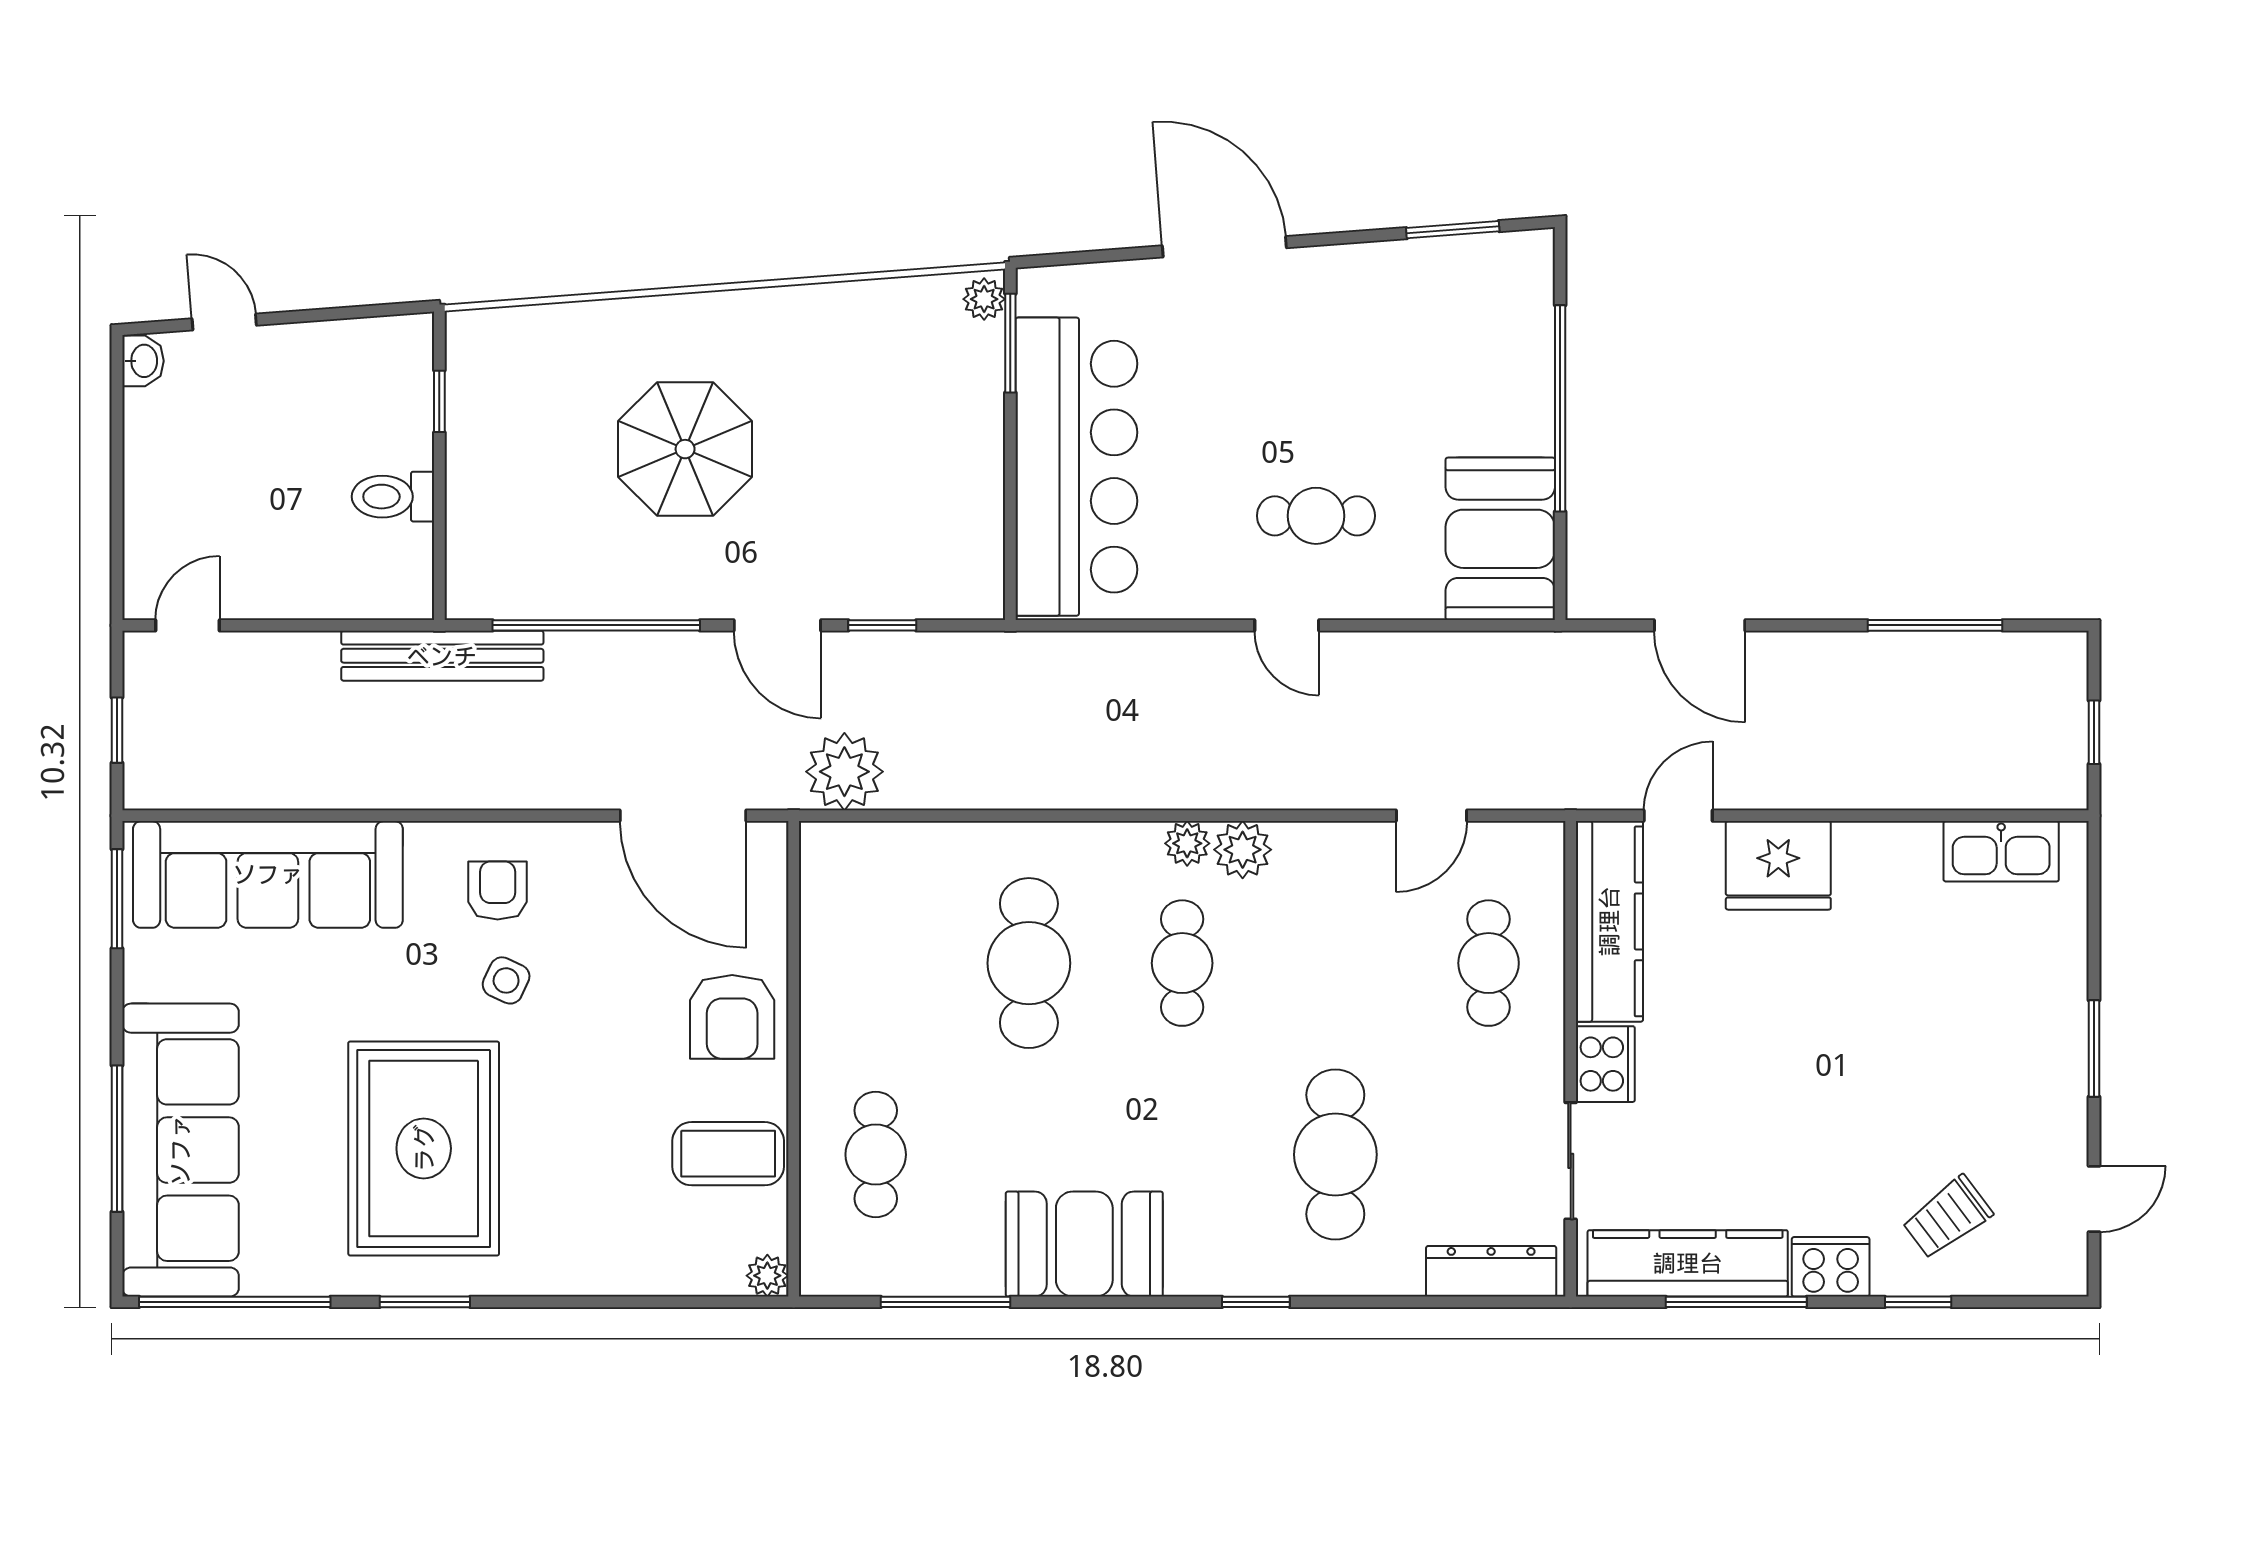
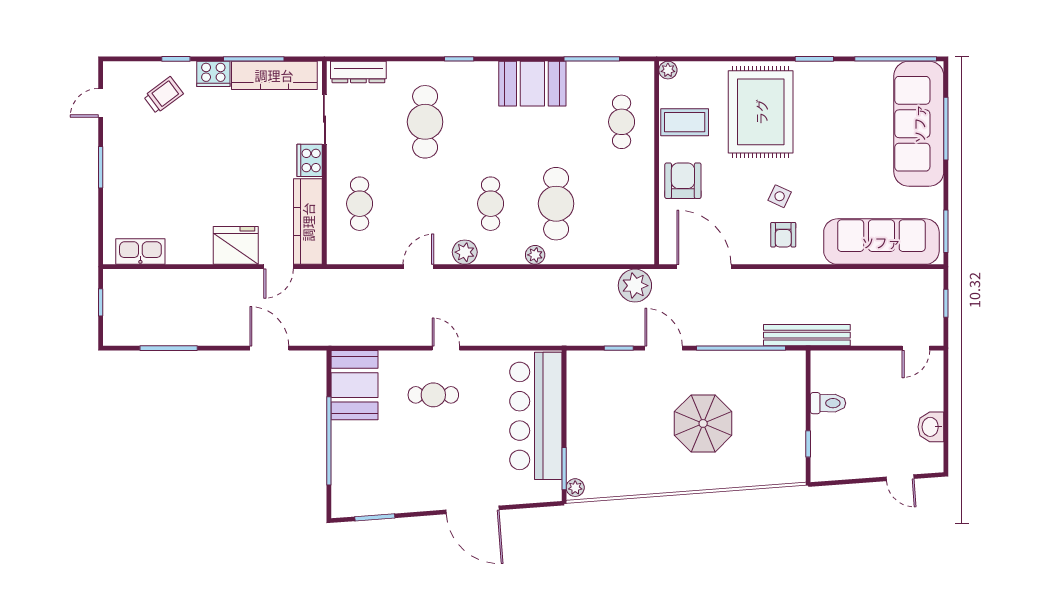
washbasin: (143, 361) -> (931, 427), moved, width x1.38, depth x1.45
door: (1431, 816) -> (418, 267), moved
plant: (1187, 843) -> (535, 255), moved
rug: (424, 1148) -> (761, 112), moved

